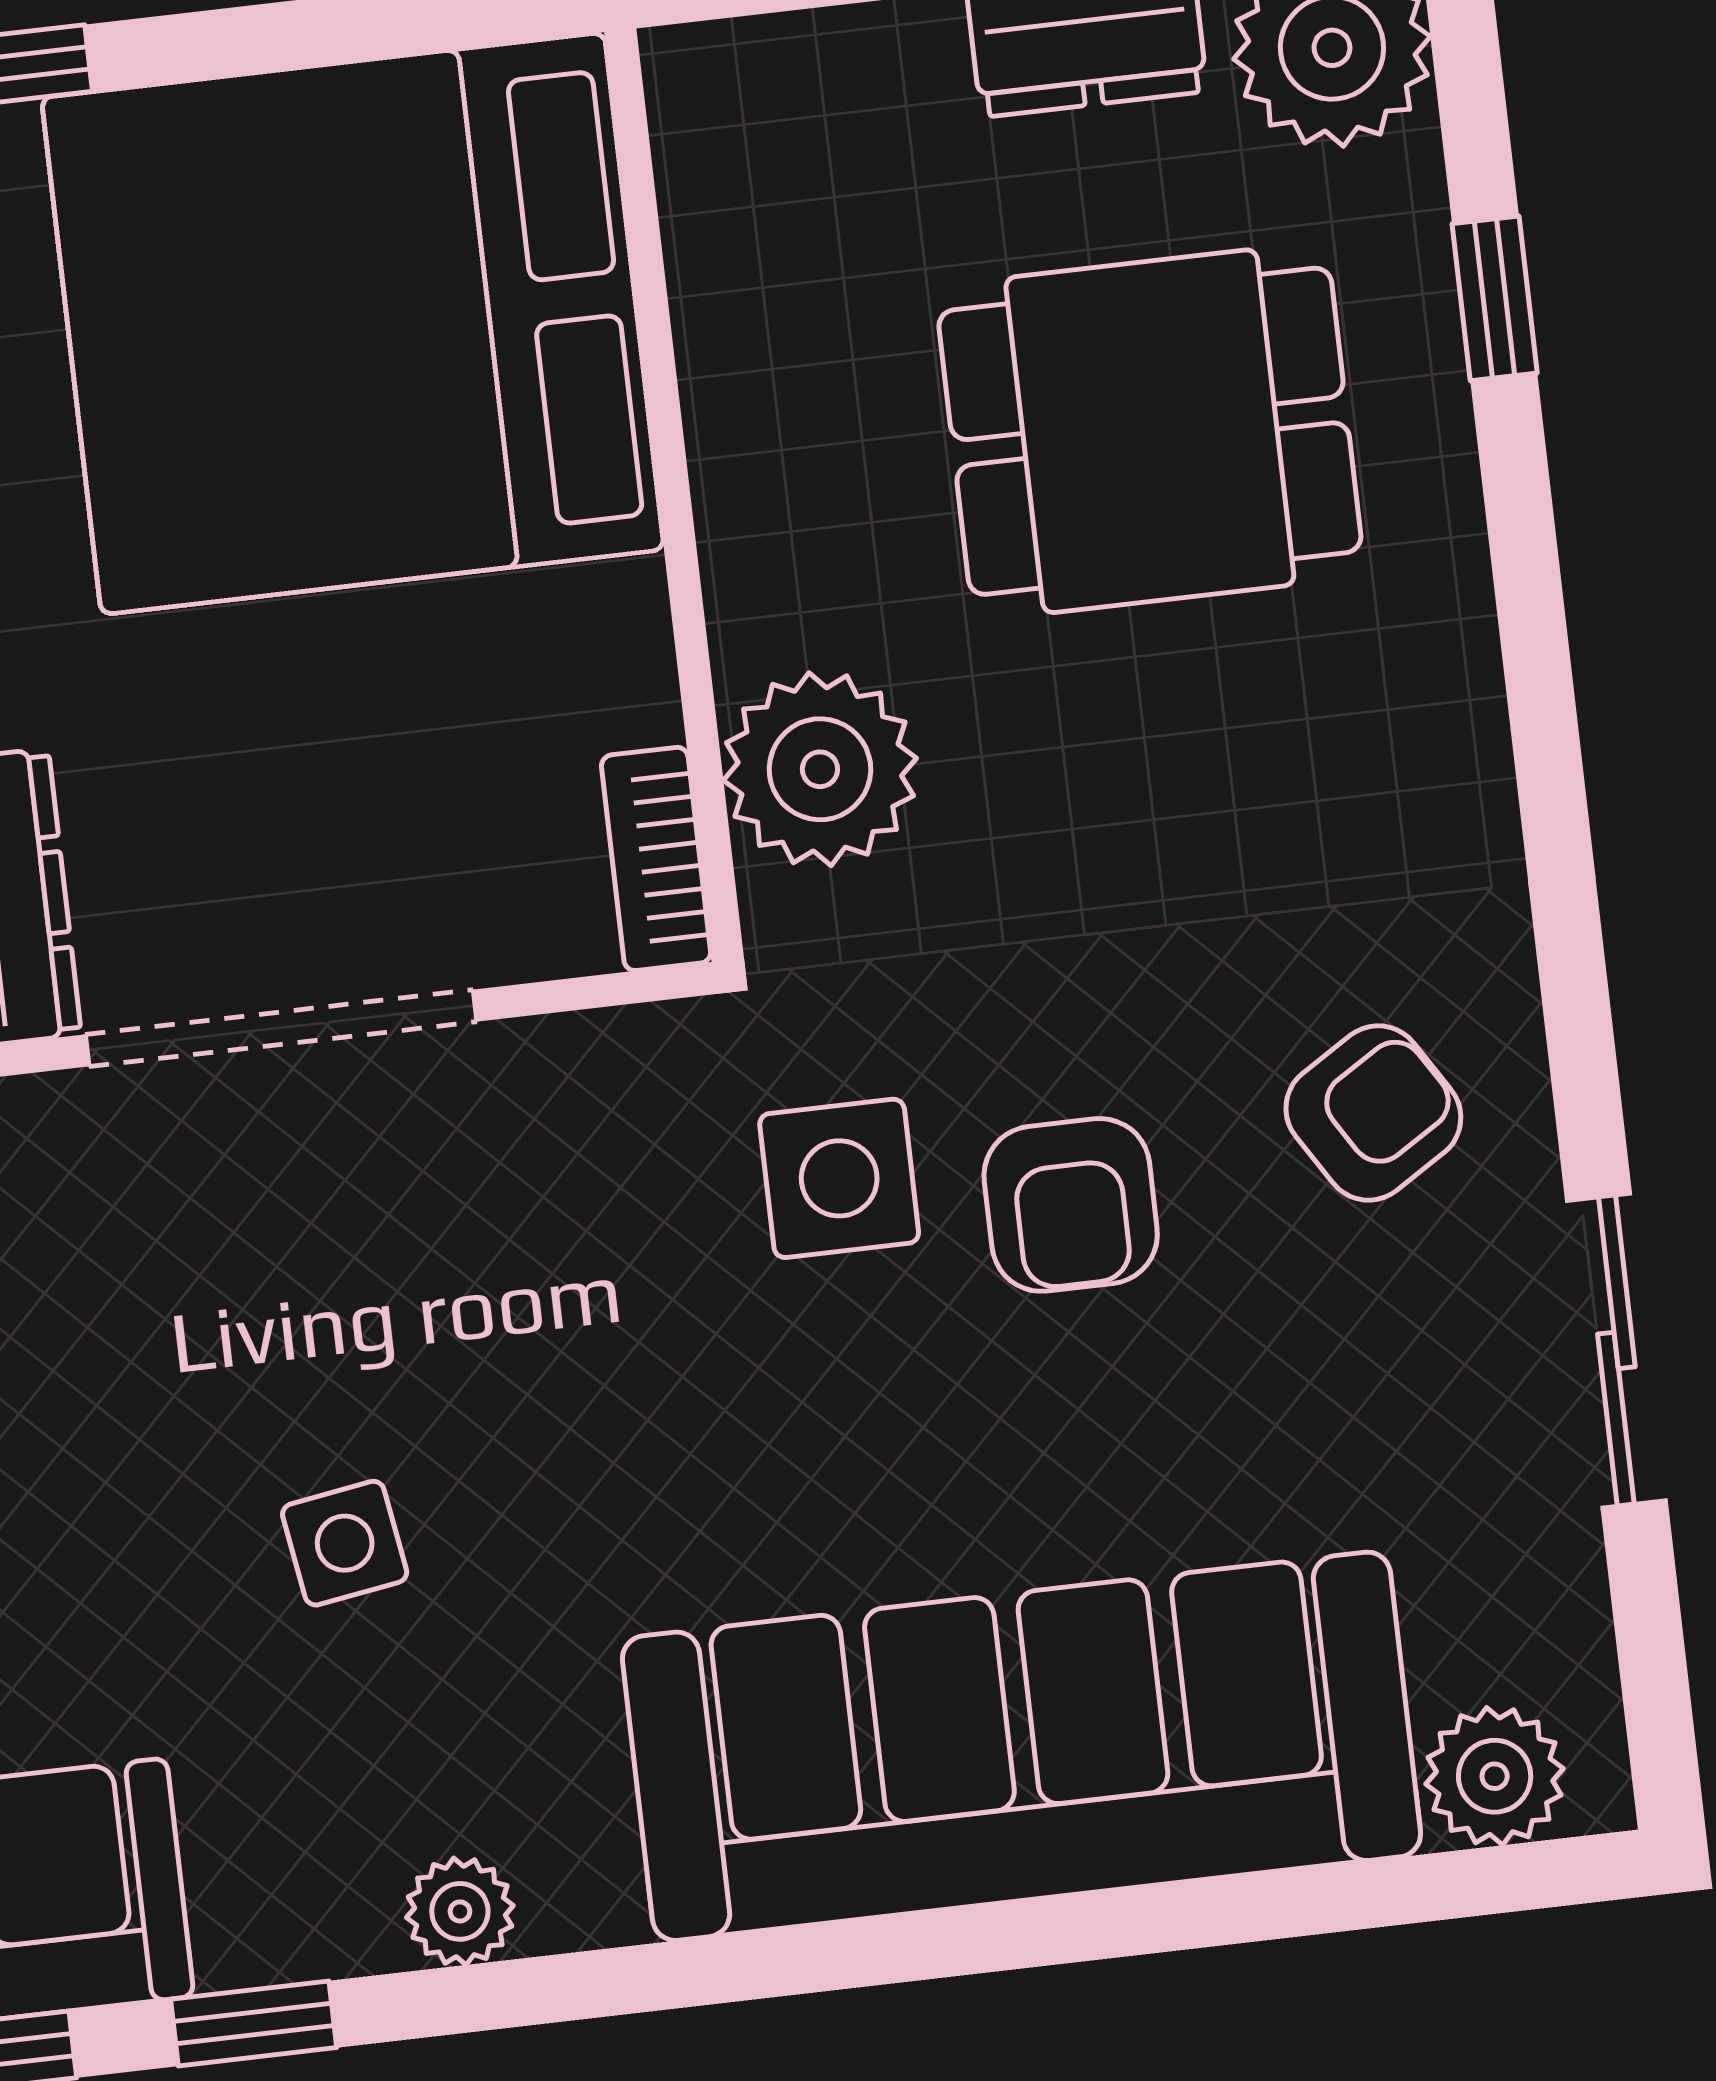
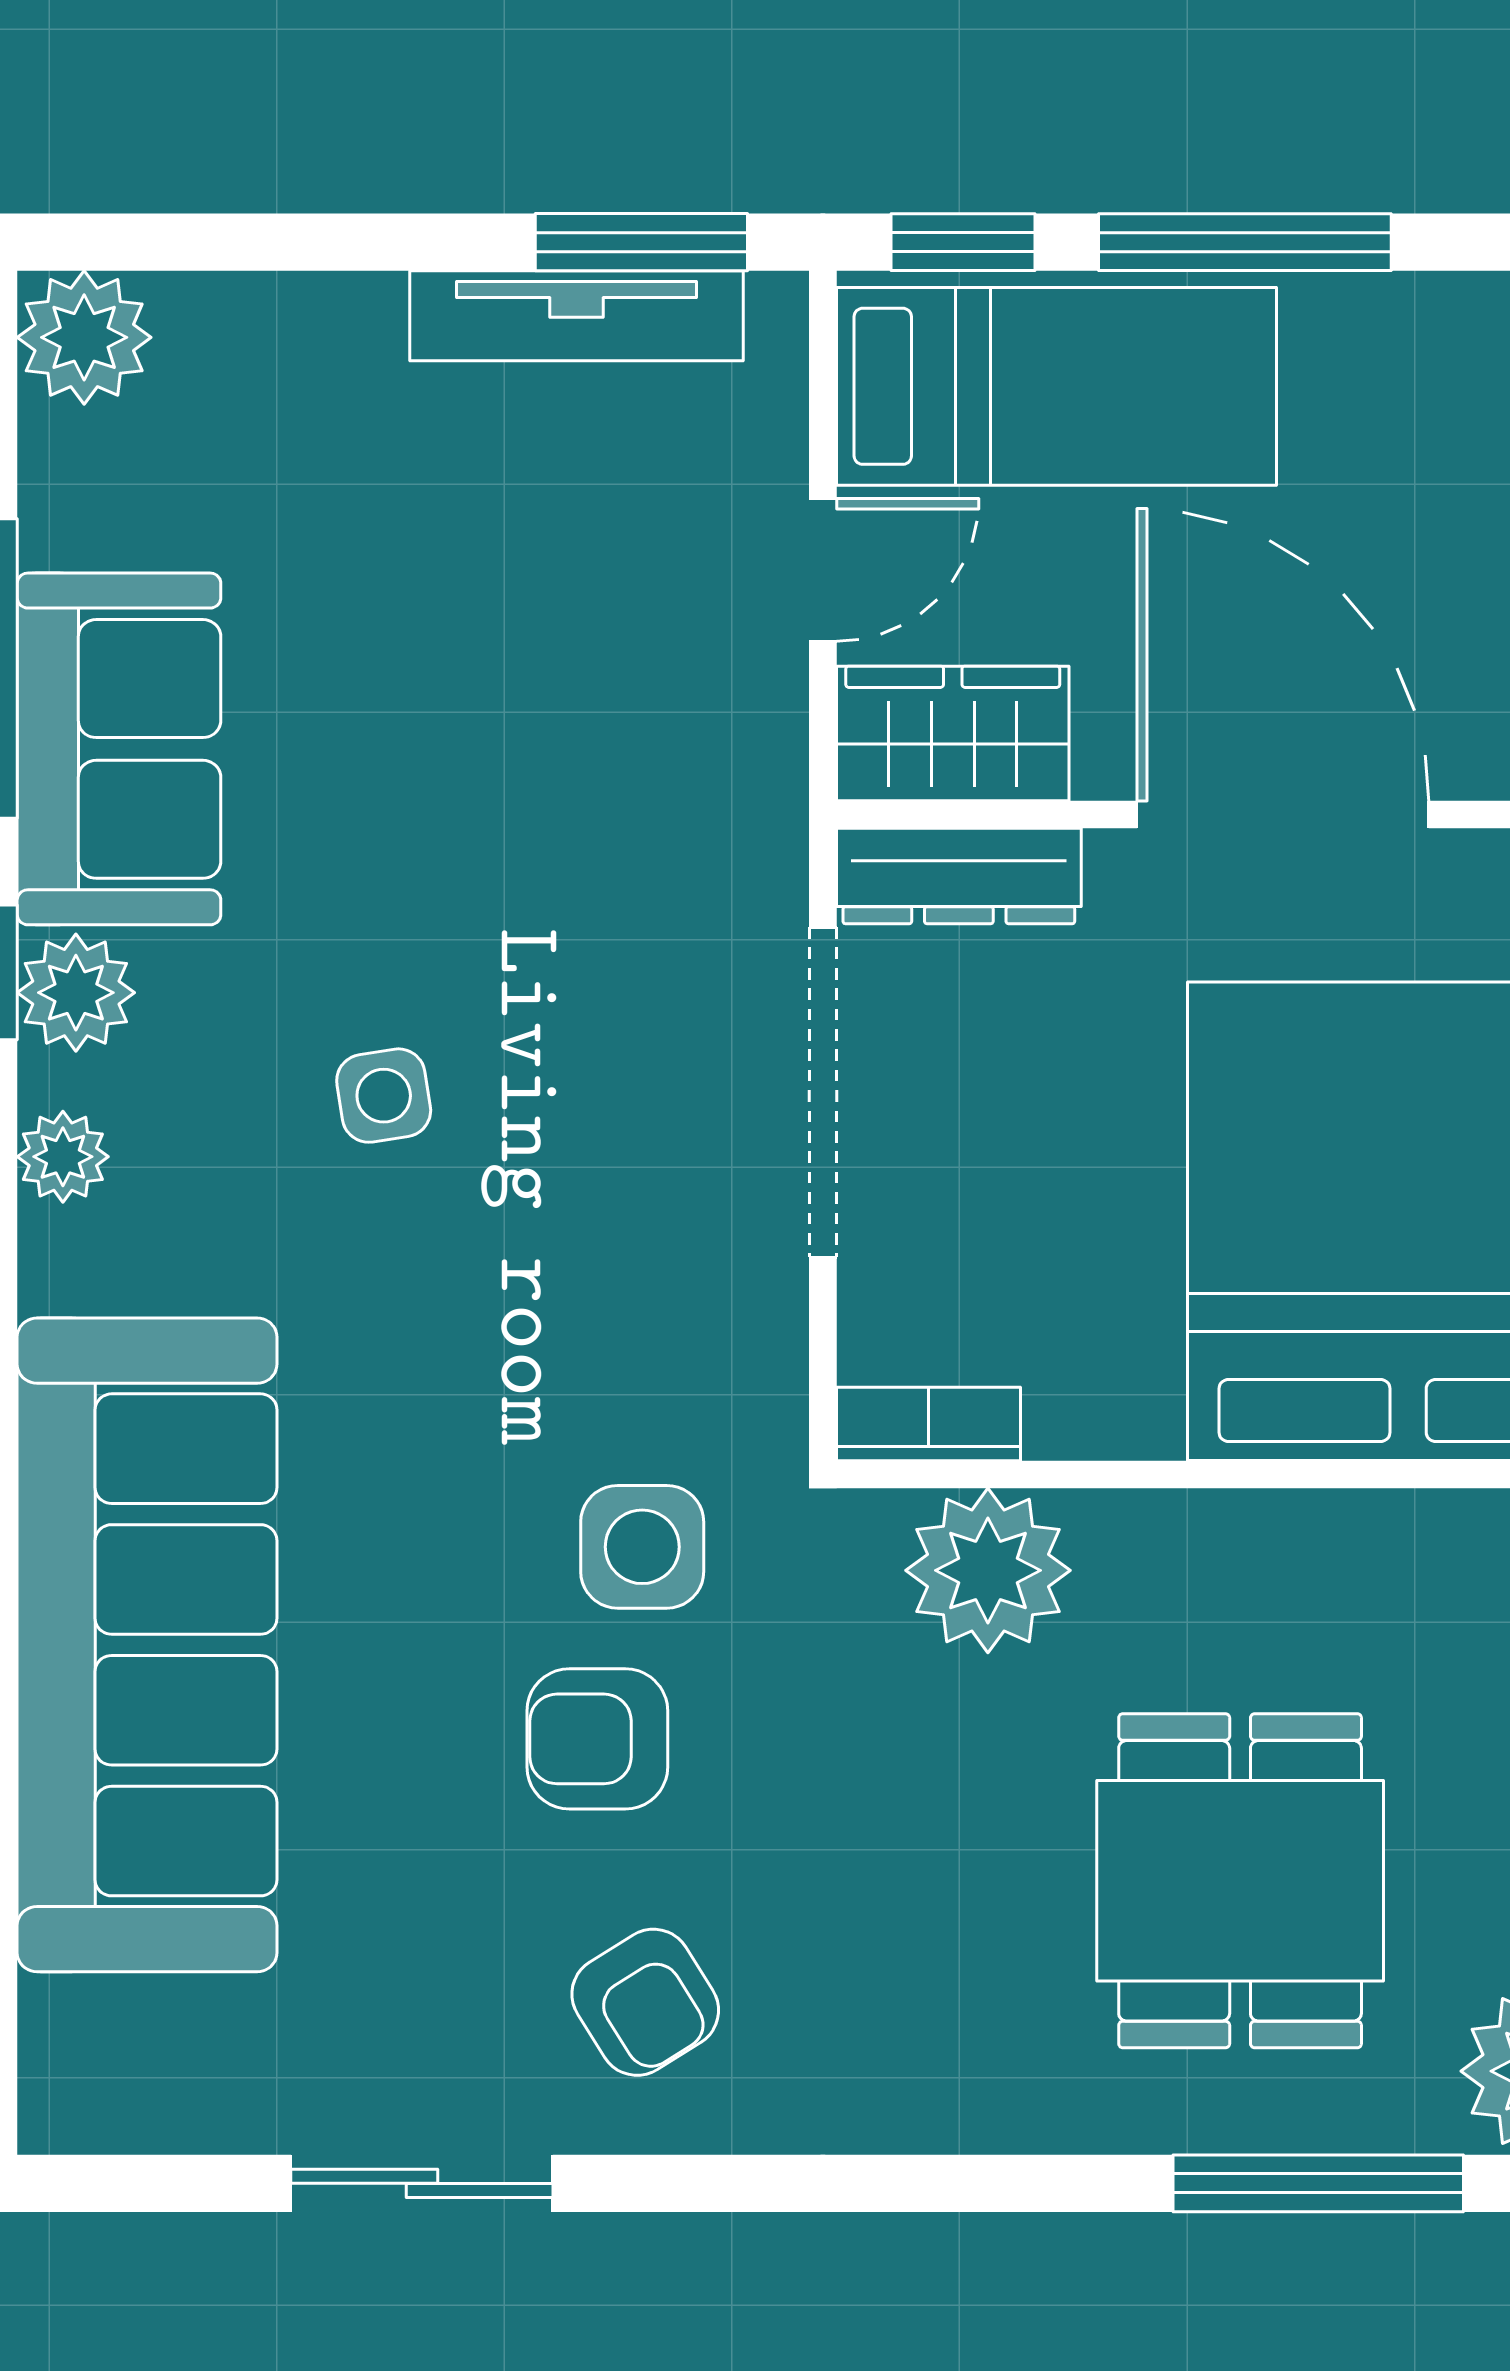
window: (1495, 298) -> (1318, 2183), width x2.17
plant: (1495, 1776) -> (76, 993), moved

